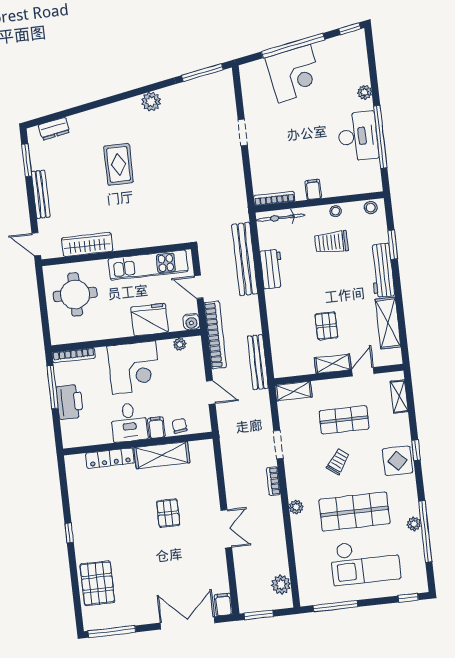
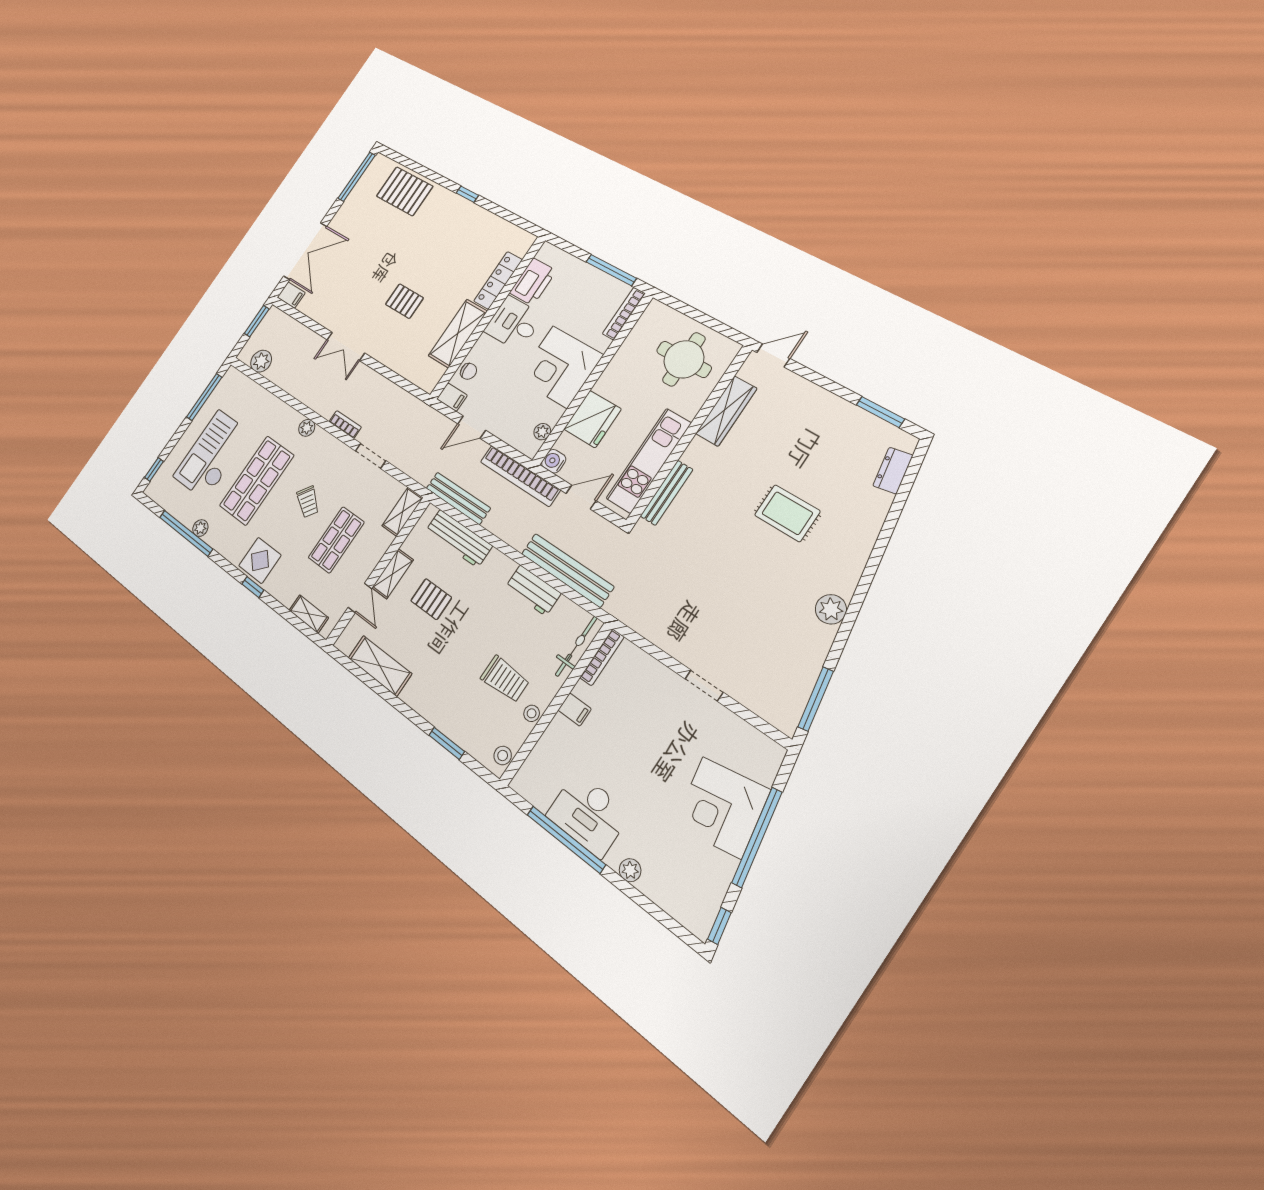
bench: (41, 194) -> (667, 493), moved, turned 90
trolley: (331, 242) -> (505, 679), turned 90
workbench: (382, 270) -> (459, 538), moved, turned 180
printer: (70, 402) -> (533, 282), moved, turned -90
filing cabinet: (156, 428) -> (452, 397), moved

